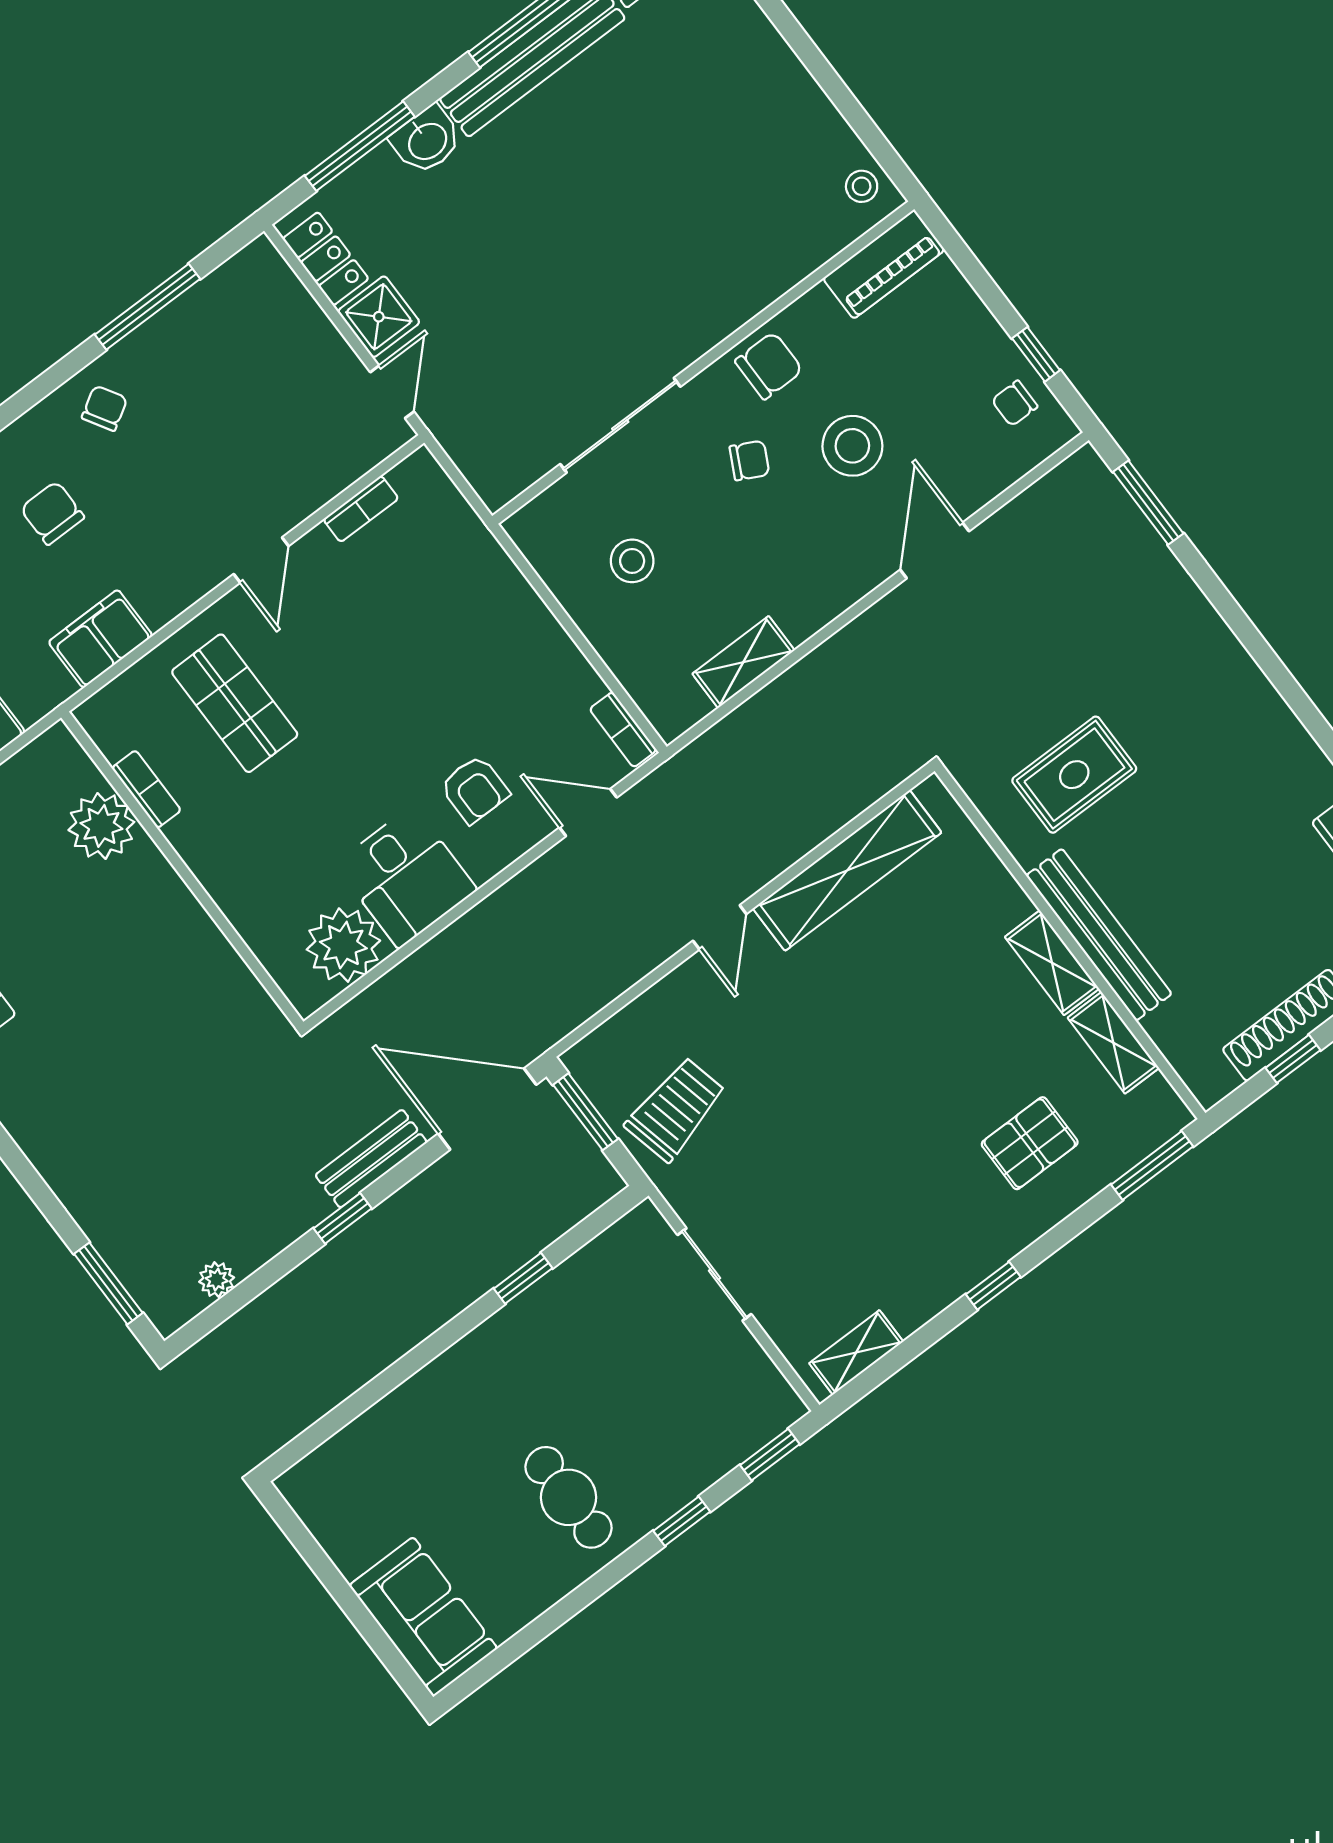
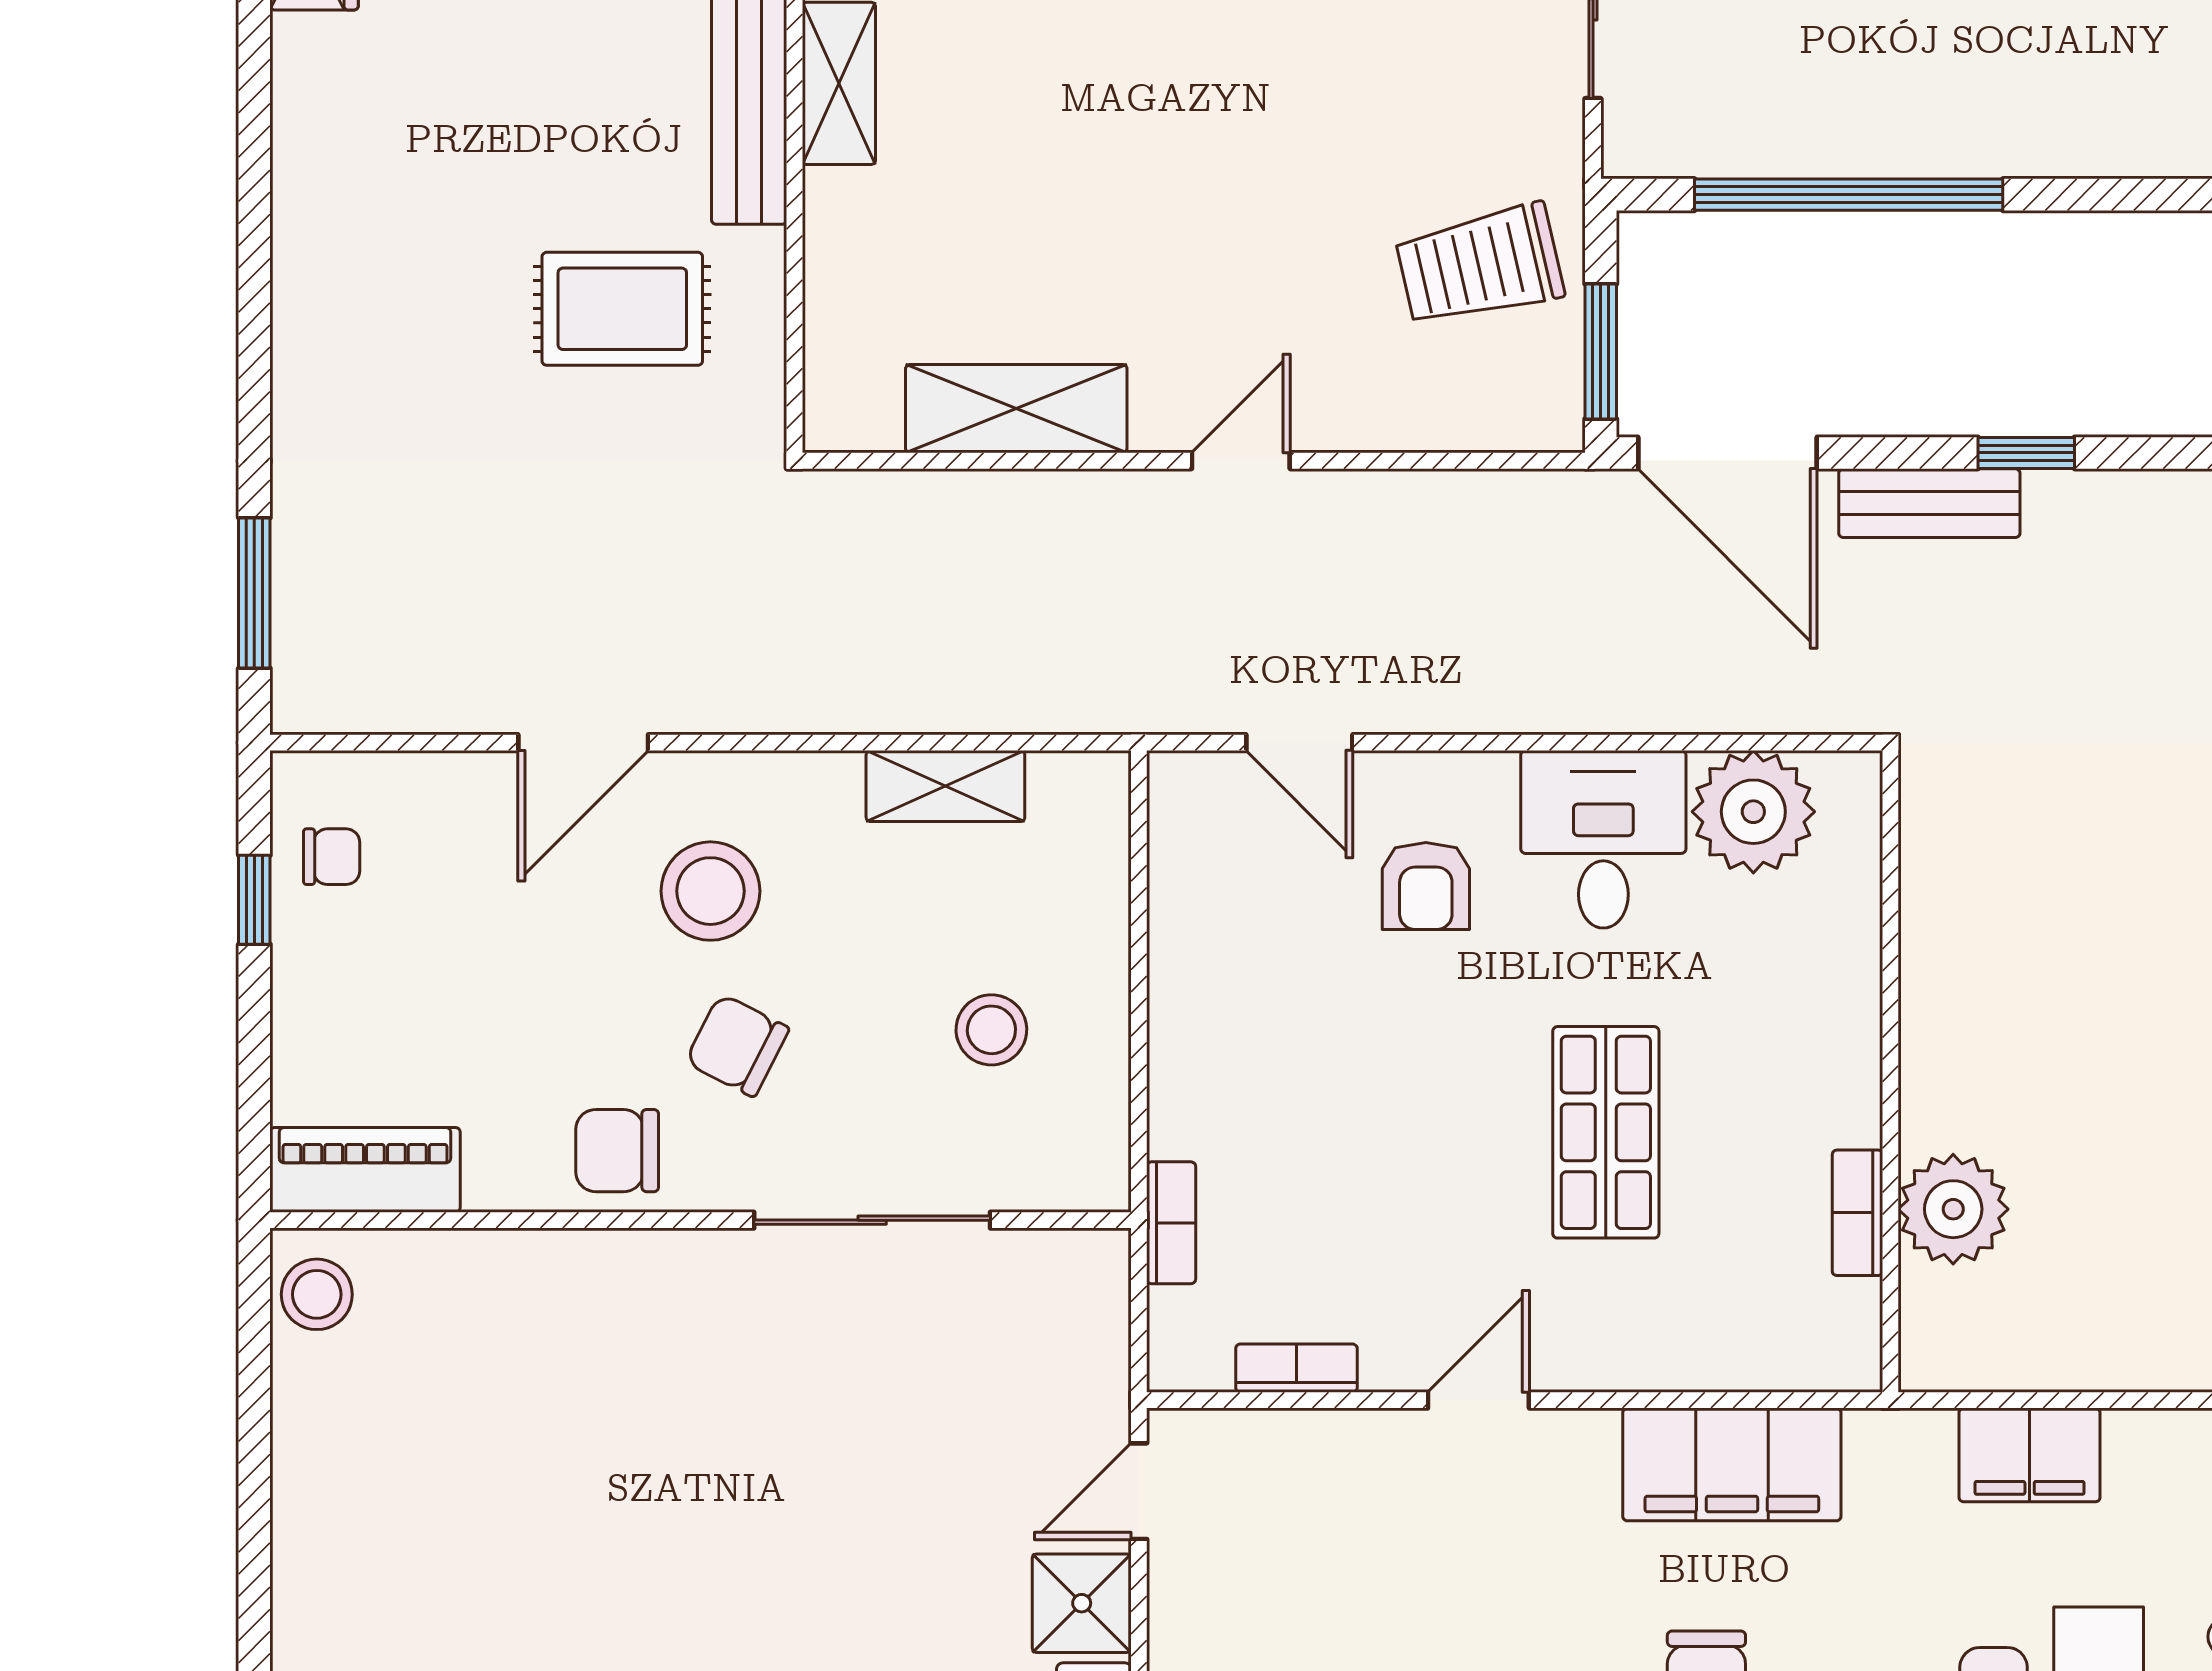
stool: (862, 186) -> (317, 1294), width x1.37, depth x1.37
stool: (852, 446) -> (710, 891), moved
chair: (749, 460) -> (737, 1045), width x1.37, depth x1.37
filing cabinet: (100, 639) -> (1732, 1464), width x1.50, depth x1.17
shop shelf: (235, 703) -> (1606, 1132), moved
bookcase: (623, 730) -> (1171, 1223), moved
armchair: (475, 789) -> (1426, 886), turned 180
shelving: (847, 870) -> (1016, 409), width x0.68
window: (523, 1278) -> (1849, 195), width x3.17

